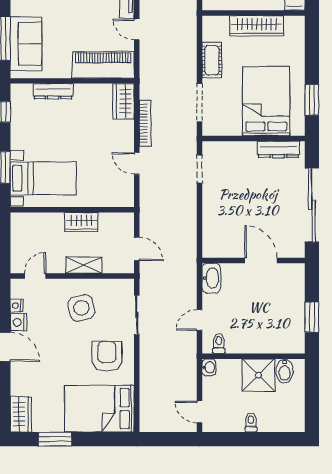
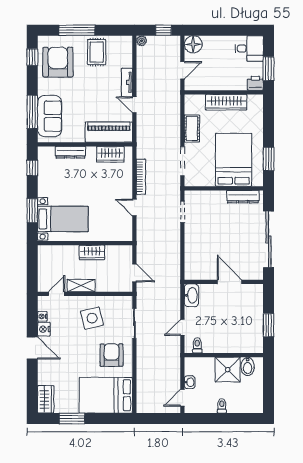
wardrobe: (124, 101) -> (110, 154), moved, turned -90
shelving: (84, 265) -> (81, 286), moved
washbasin: (209, 367) -> (190, 382), moved
door: (199, 412) -> (182, 398), hinge flipped

